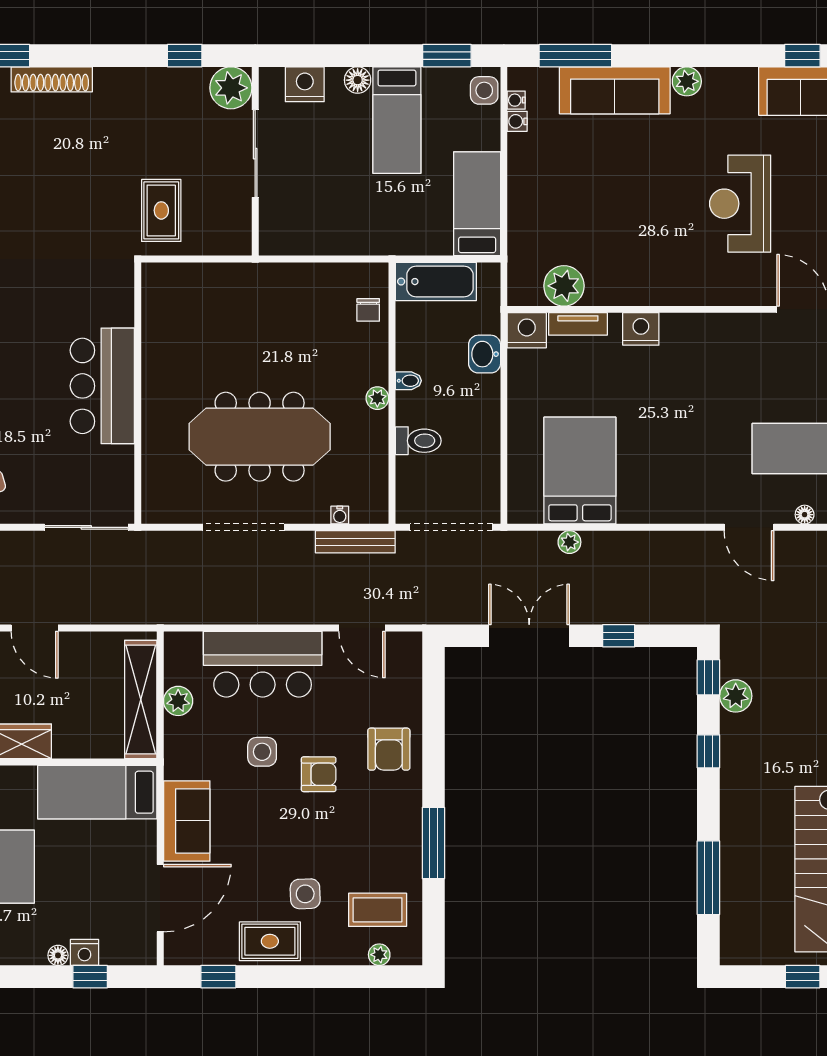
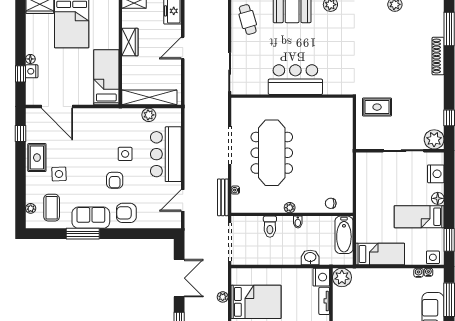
plant: (564, 286) -> (342, 277), moved
sofa: (187, 821) -> (91, 218), moved, turned 180

